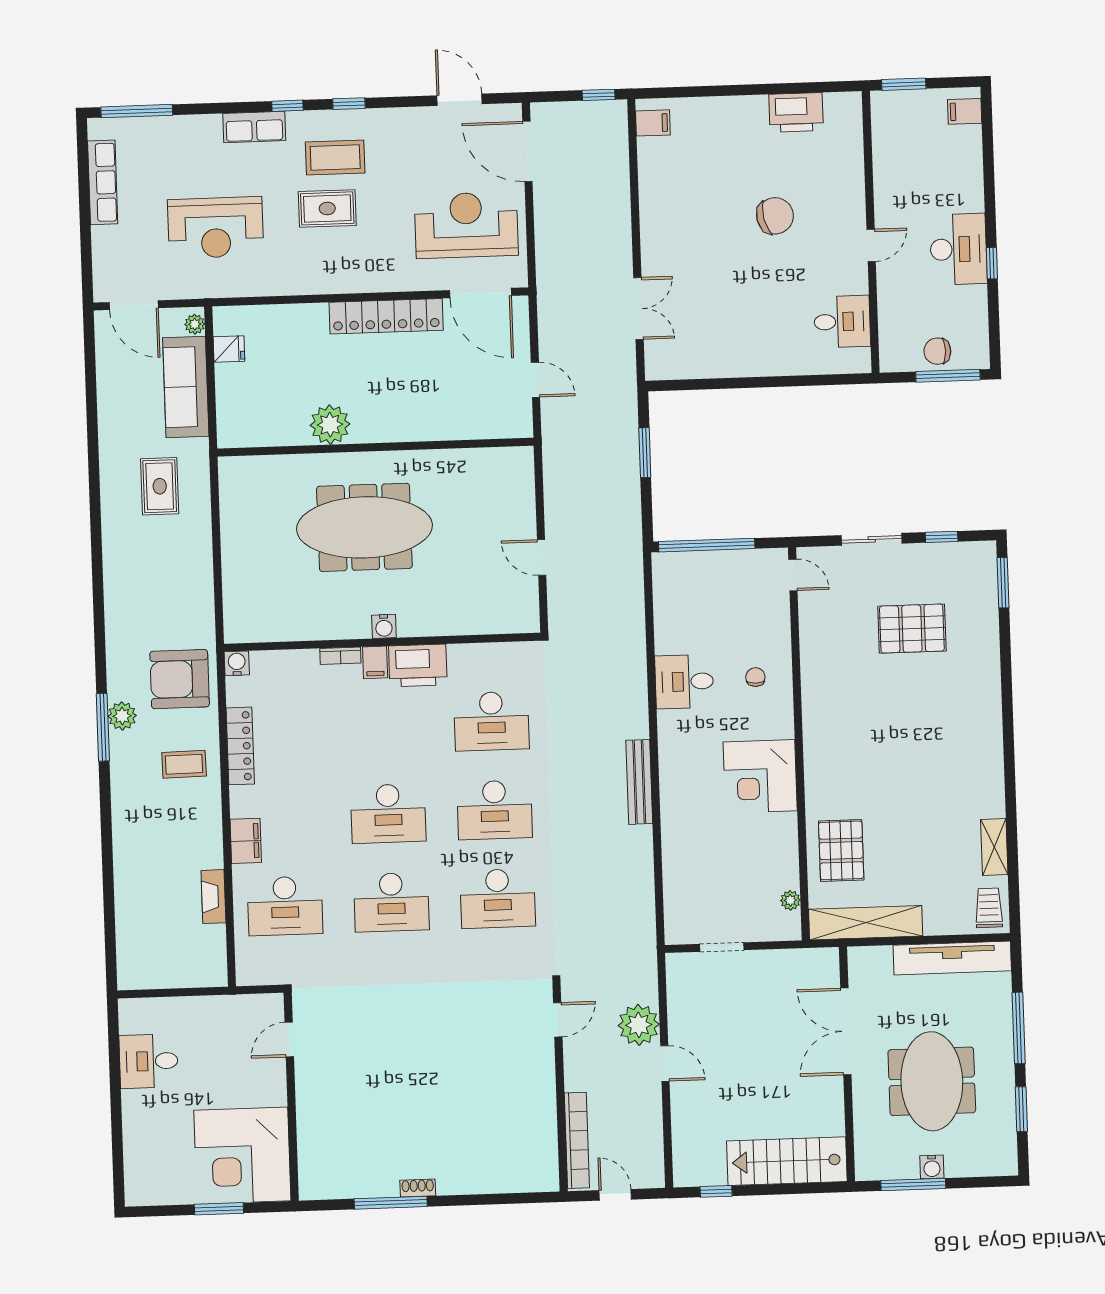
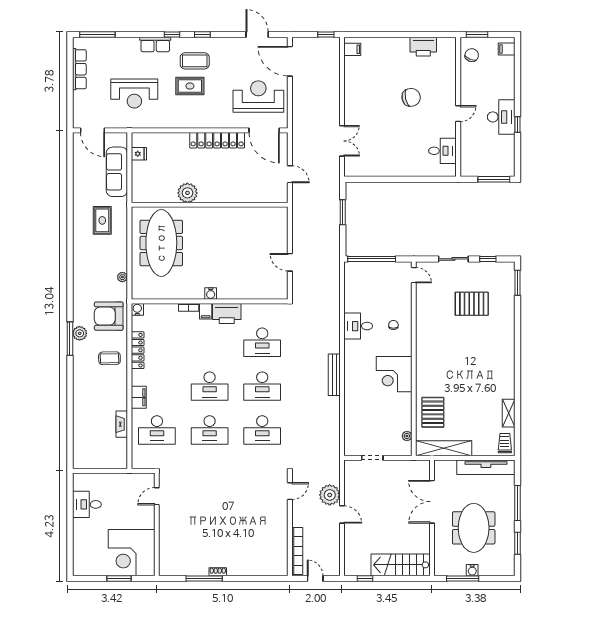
plant: (195, 324) -> (122, 277), moved
chair: (937, 351) -> (472, 55), moved, turned 111
meeting table: (364, 527) -> (161, 243), moved, turned 90

